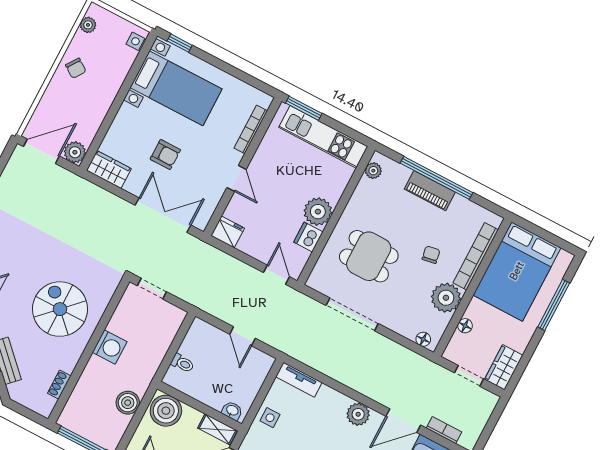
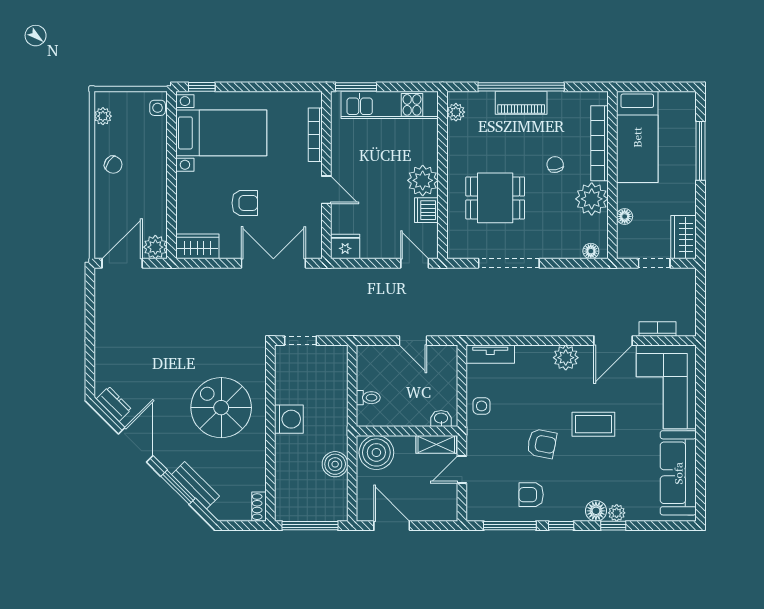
bed: (517, 271) -> (637, 137), width x0.67
shoe rack: (59, 385) -> (259, 507), moved

